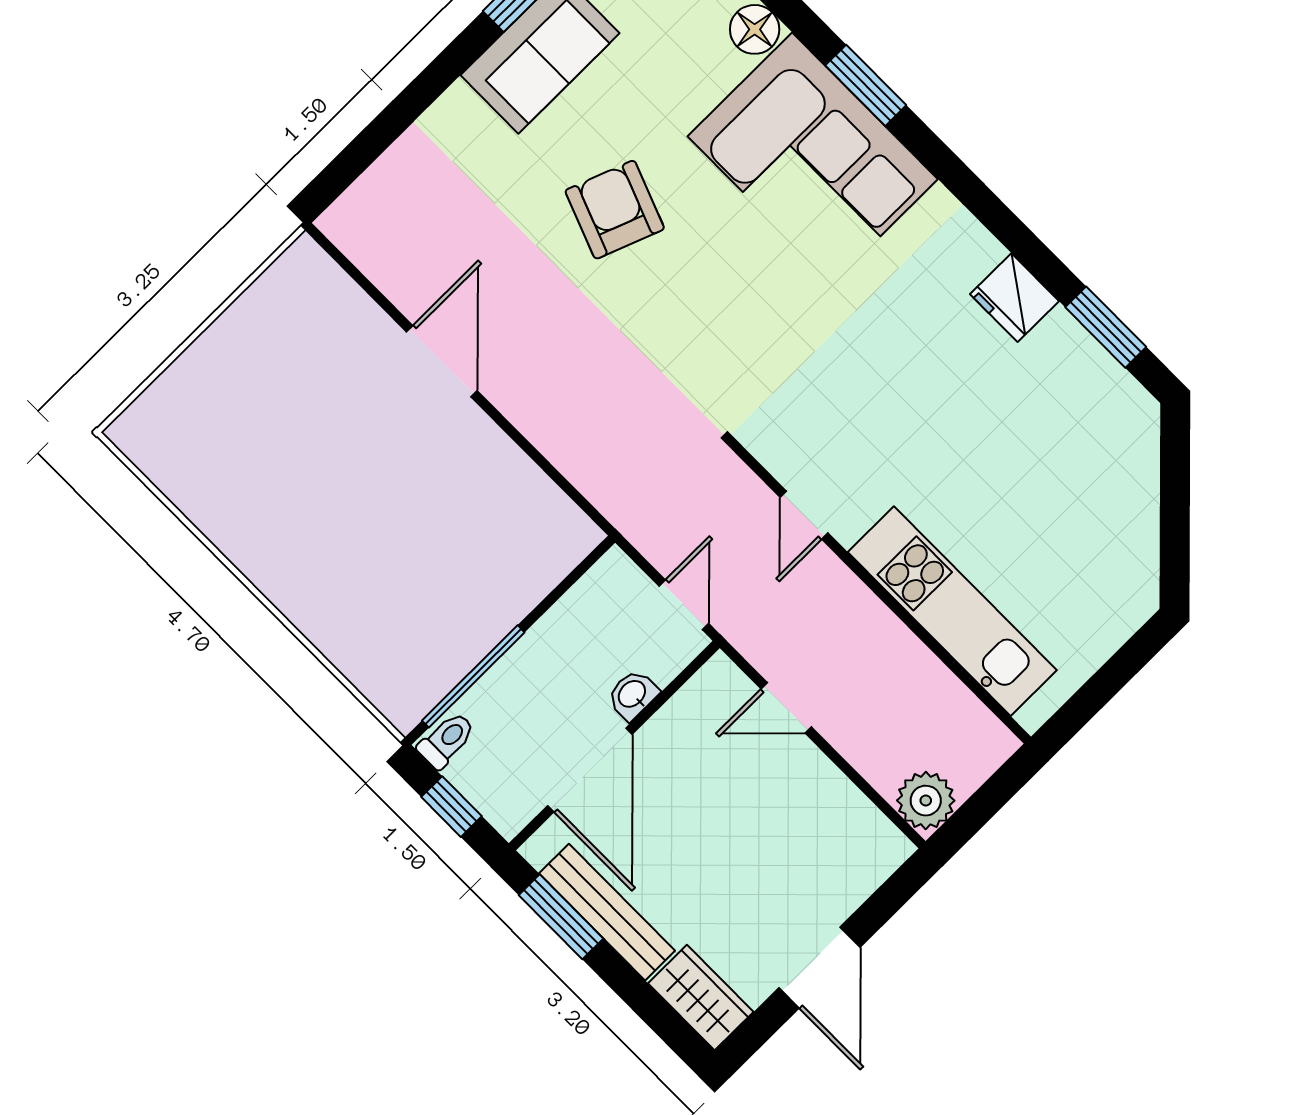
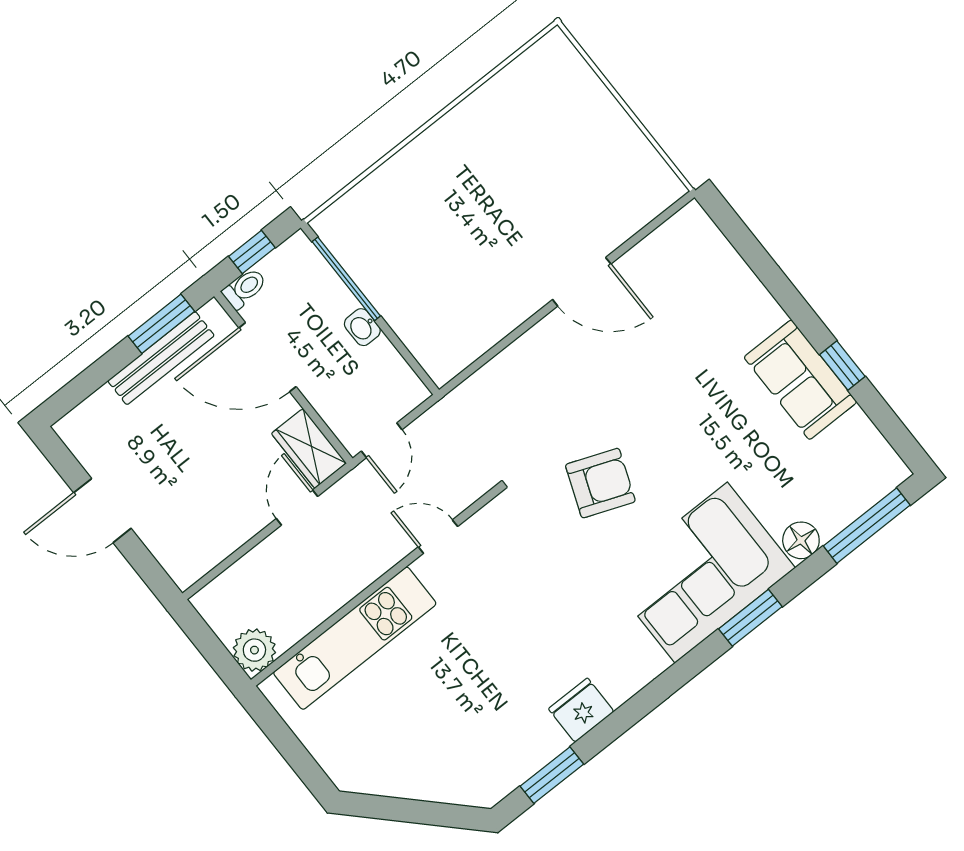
armchair: (615, 210) -> (600, 483), moved
door: (684, 605) -> (382, 440), hinge flipped
washbasin: (633, 695) -> (362, 327), moved, turned 180
toilet: (447, 740) -> (245, 288), moved, turned -90
plant: (926, 801) -> (254, 650), moved
wardrobe: (701, 998) -> (309, 448), moved, turned 90

